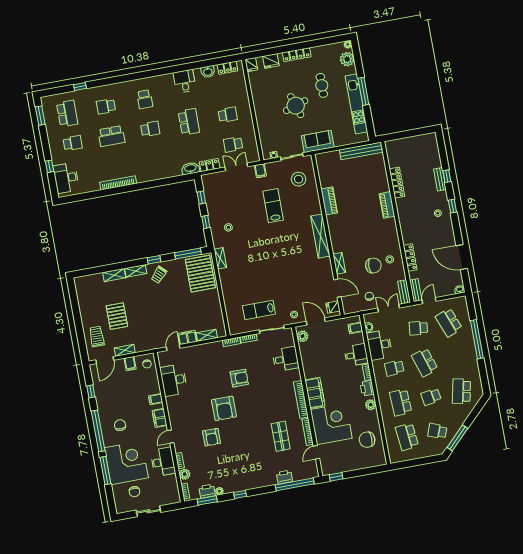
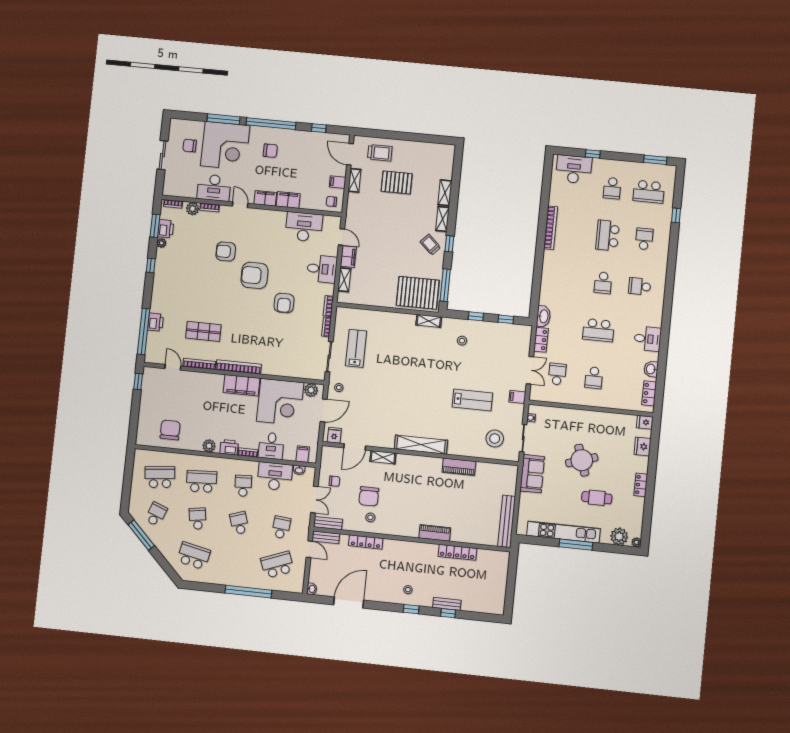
locker: (297, 55) -> (641, 485), width x0.66
desk: (286, 359) -> (322, 269), moved, turned -90
school desk: (425, 362) -> (239, 523), width x0.54
filing cabinet: (156, 399) -> (288, 200), width x2.00
corner desk: (331, 424) -> (280, 402), moved

